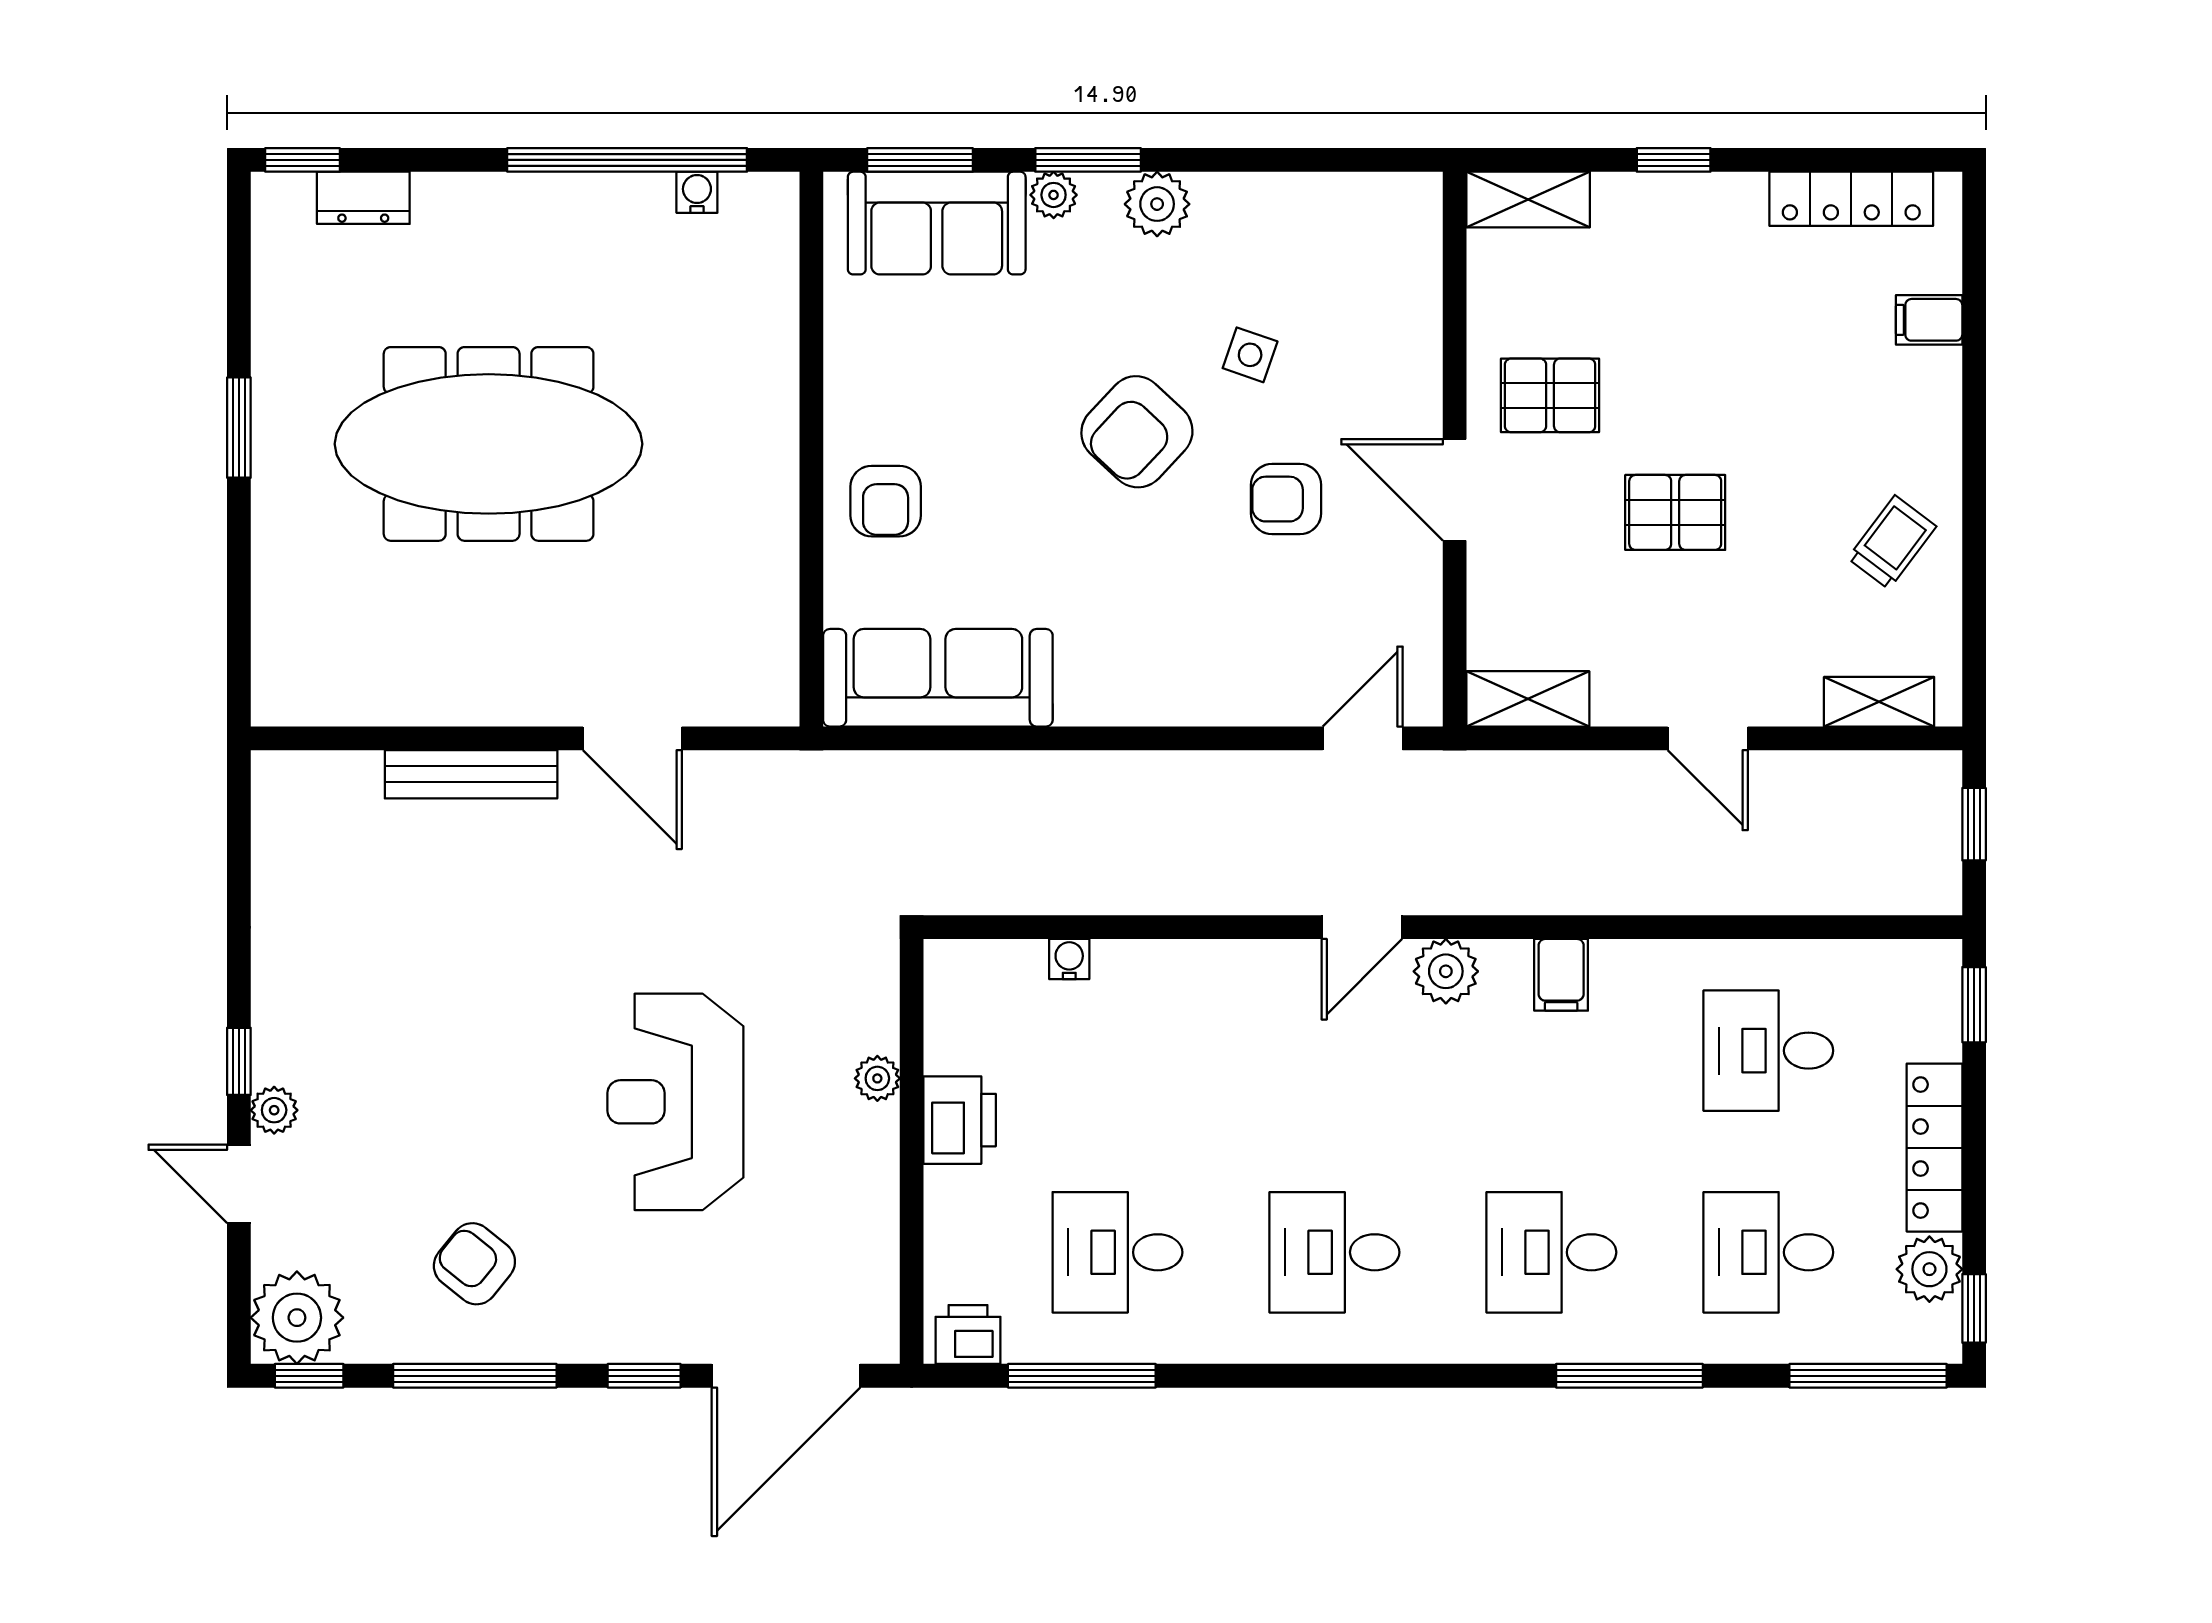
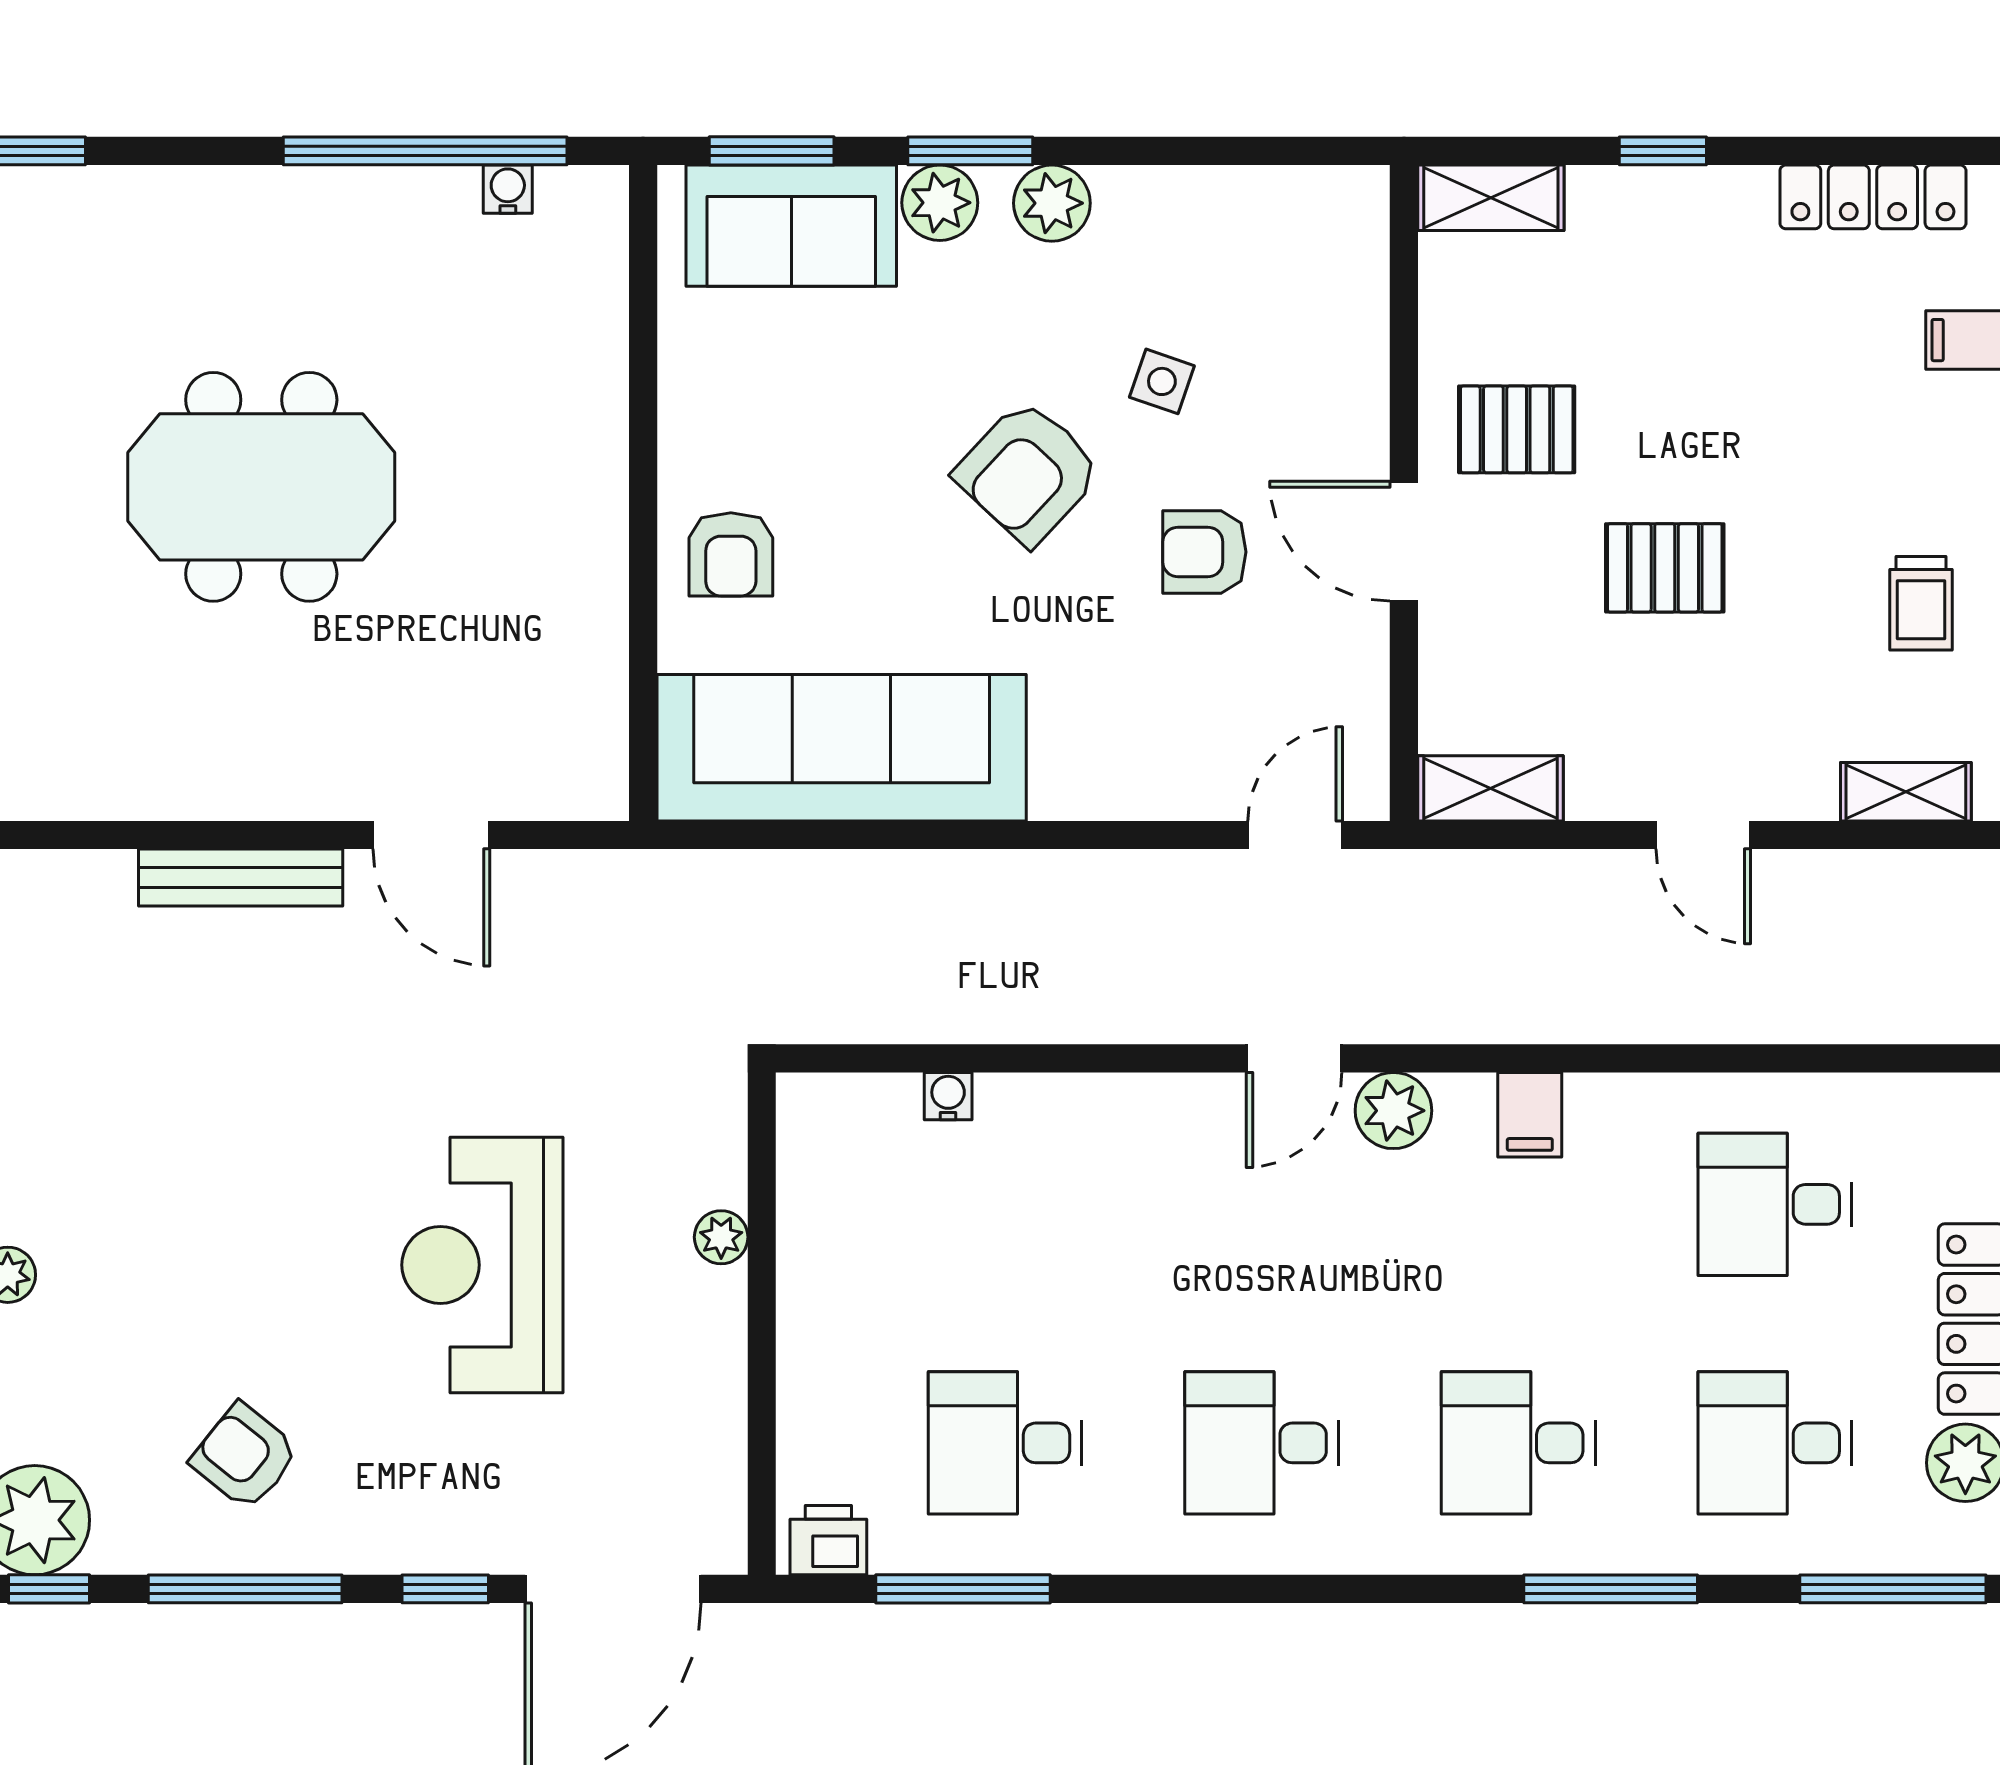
plant: (1054, 195) -> (940, 203), width x1.38, depth x1.38
dresser: (363, 198) -> (113, 196), removed
meeting table: (489, 444) -> (261, 487), width x0.73
trolley: (1892, 542) -> (1921, 603), turned 143
sofa: (938, 678) -> (842, 748), width x1.36, depth x1.27
printer: (960, 1120) -> (818, 1286), removed

